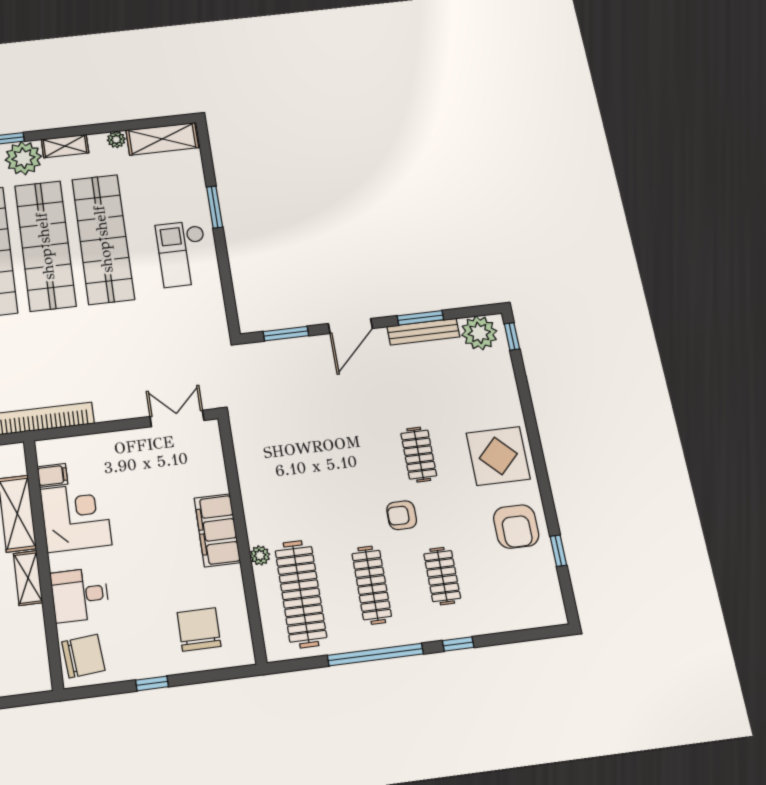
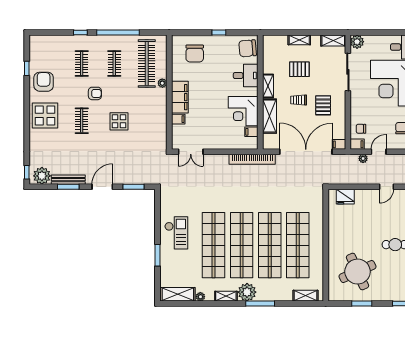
display table: (339, 463) -> (119, 121), added
filing cabinet: (214, 483) -> (178, 119), added
clothes rail: (372, 585) -> (114, 64), width x0.73

